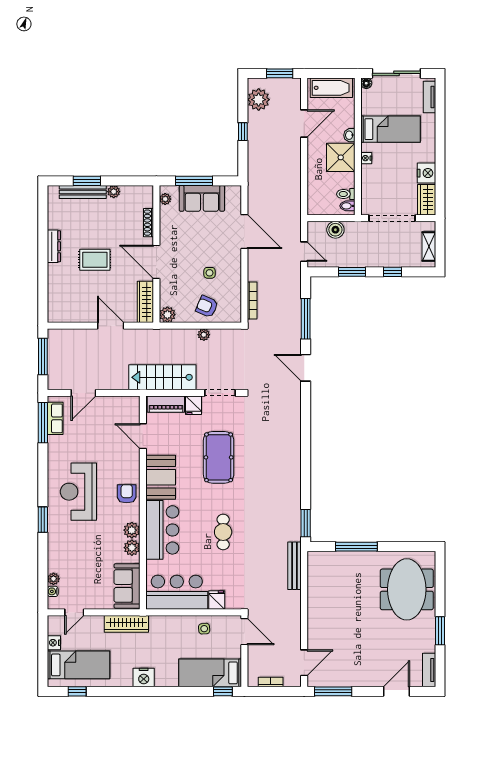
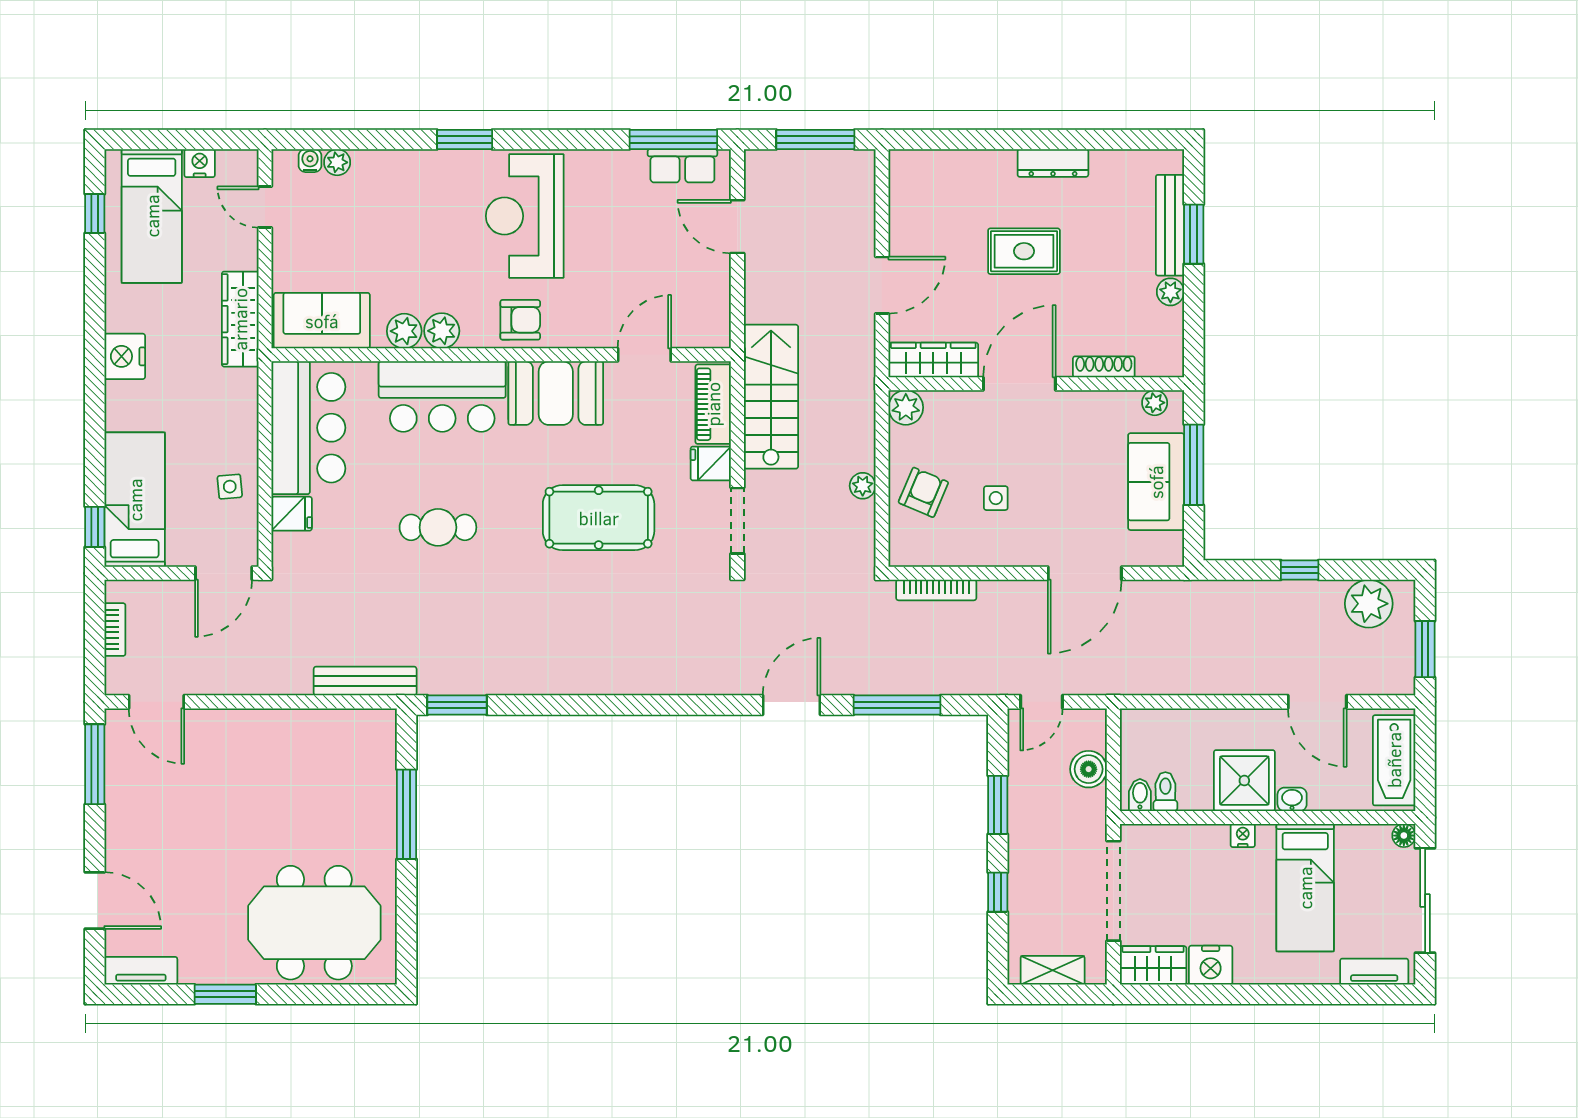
rug: (95, 260) -> (1024, 251), turned 90
reception desk: (78, 492) -> (525, 216), turned -90

